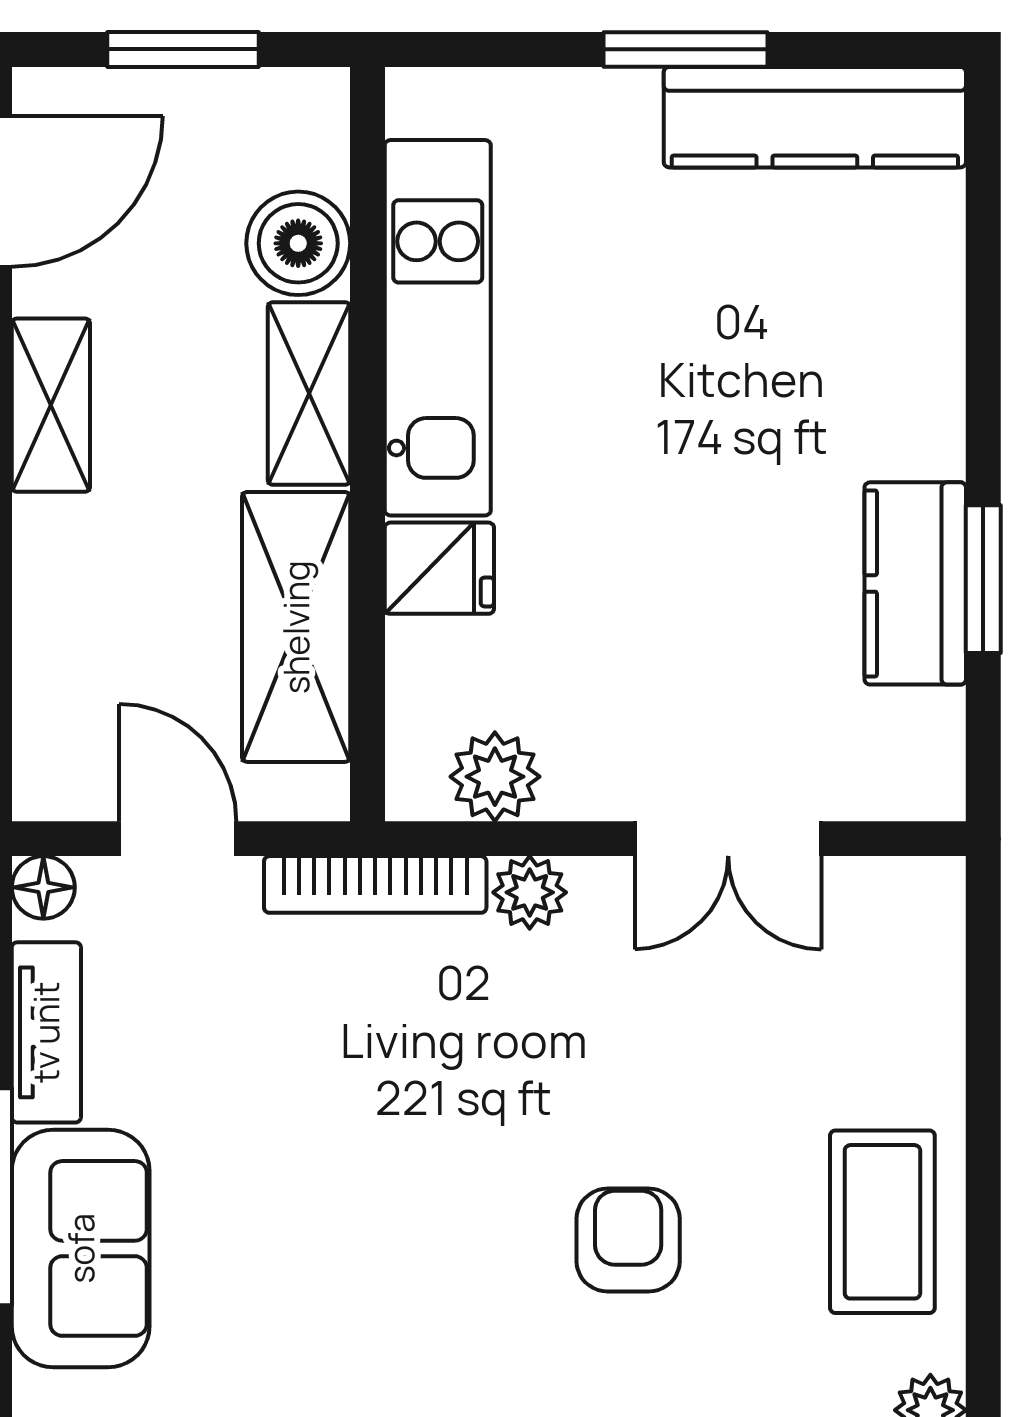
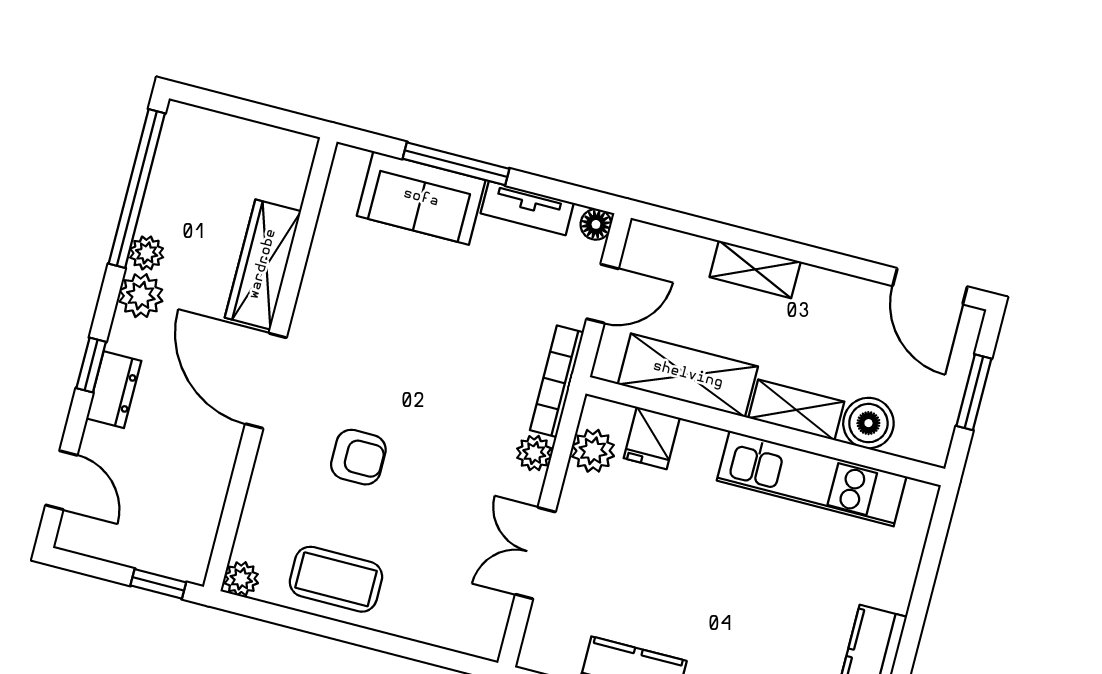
window: (685, 49) -> (913, 629), removed
shelving: (51, 405) -> (755, 269), moved
fridge: (439, 568) -> (652, 438), moved

